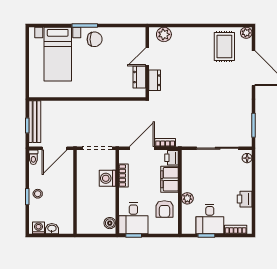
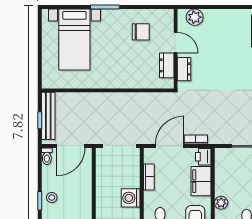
chair: (95, 39) -> (141, 32), moved
door: (147, 57) -> (176, 43), swing flipped
washing machine: (107, 178) -> (131, 198), moved

